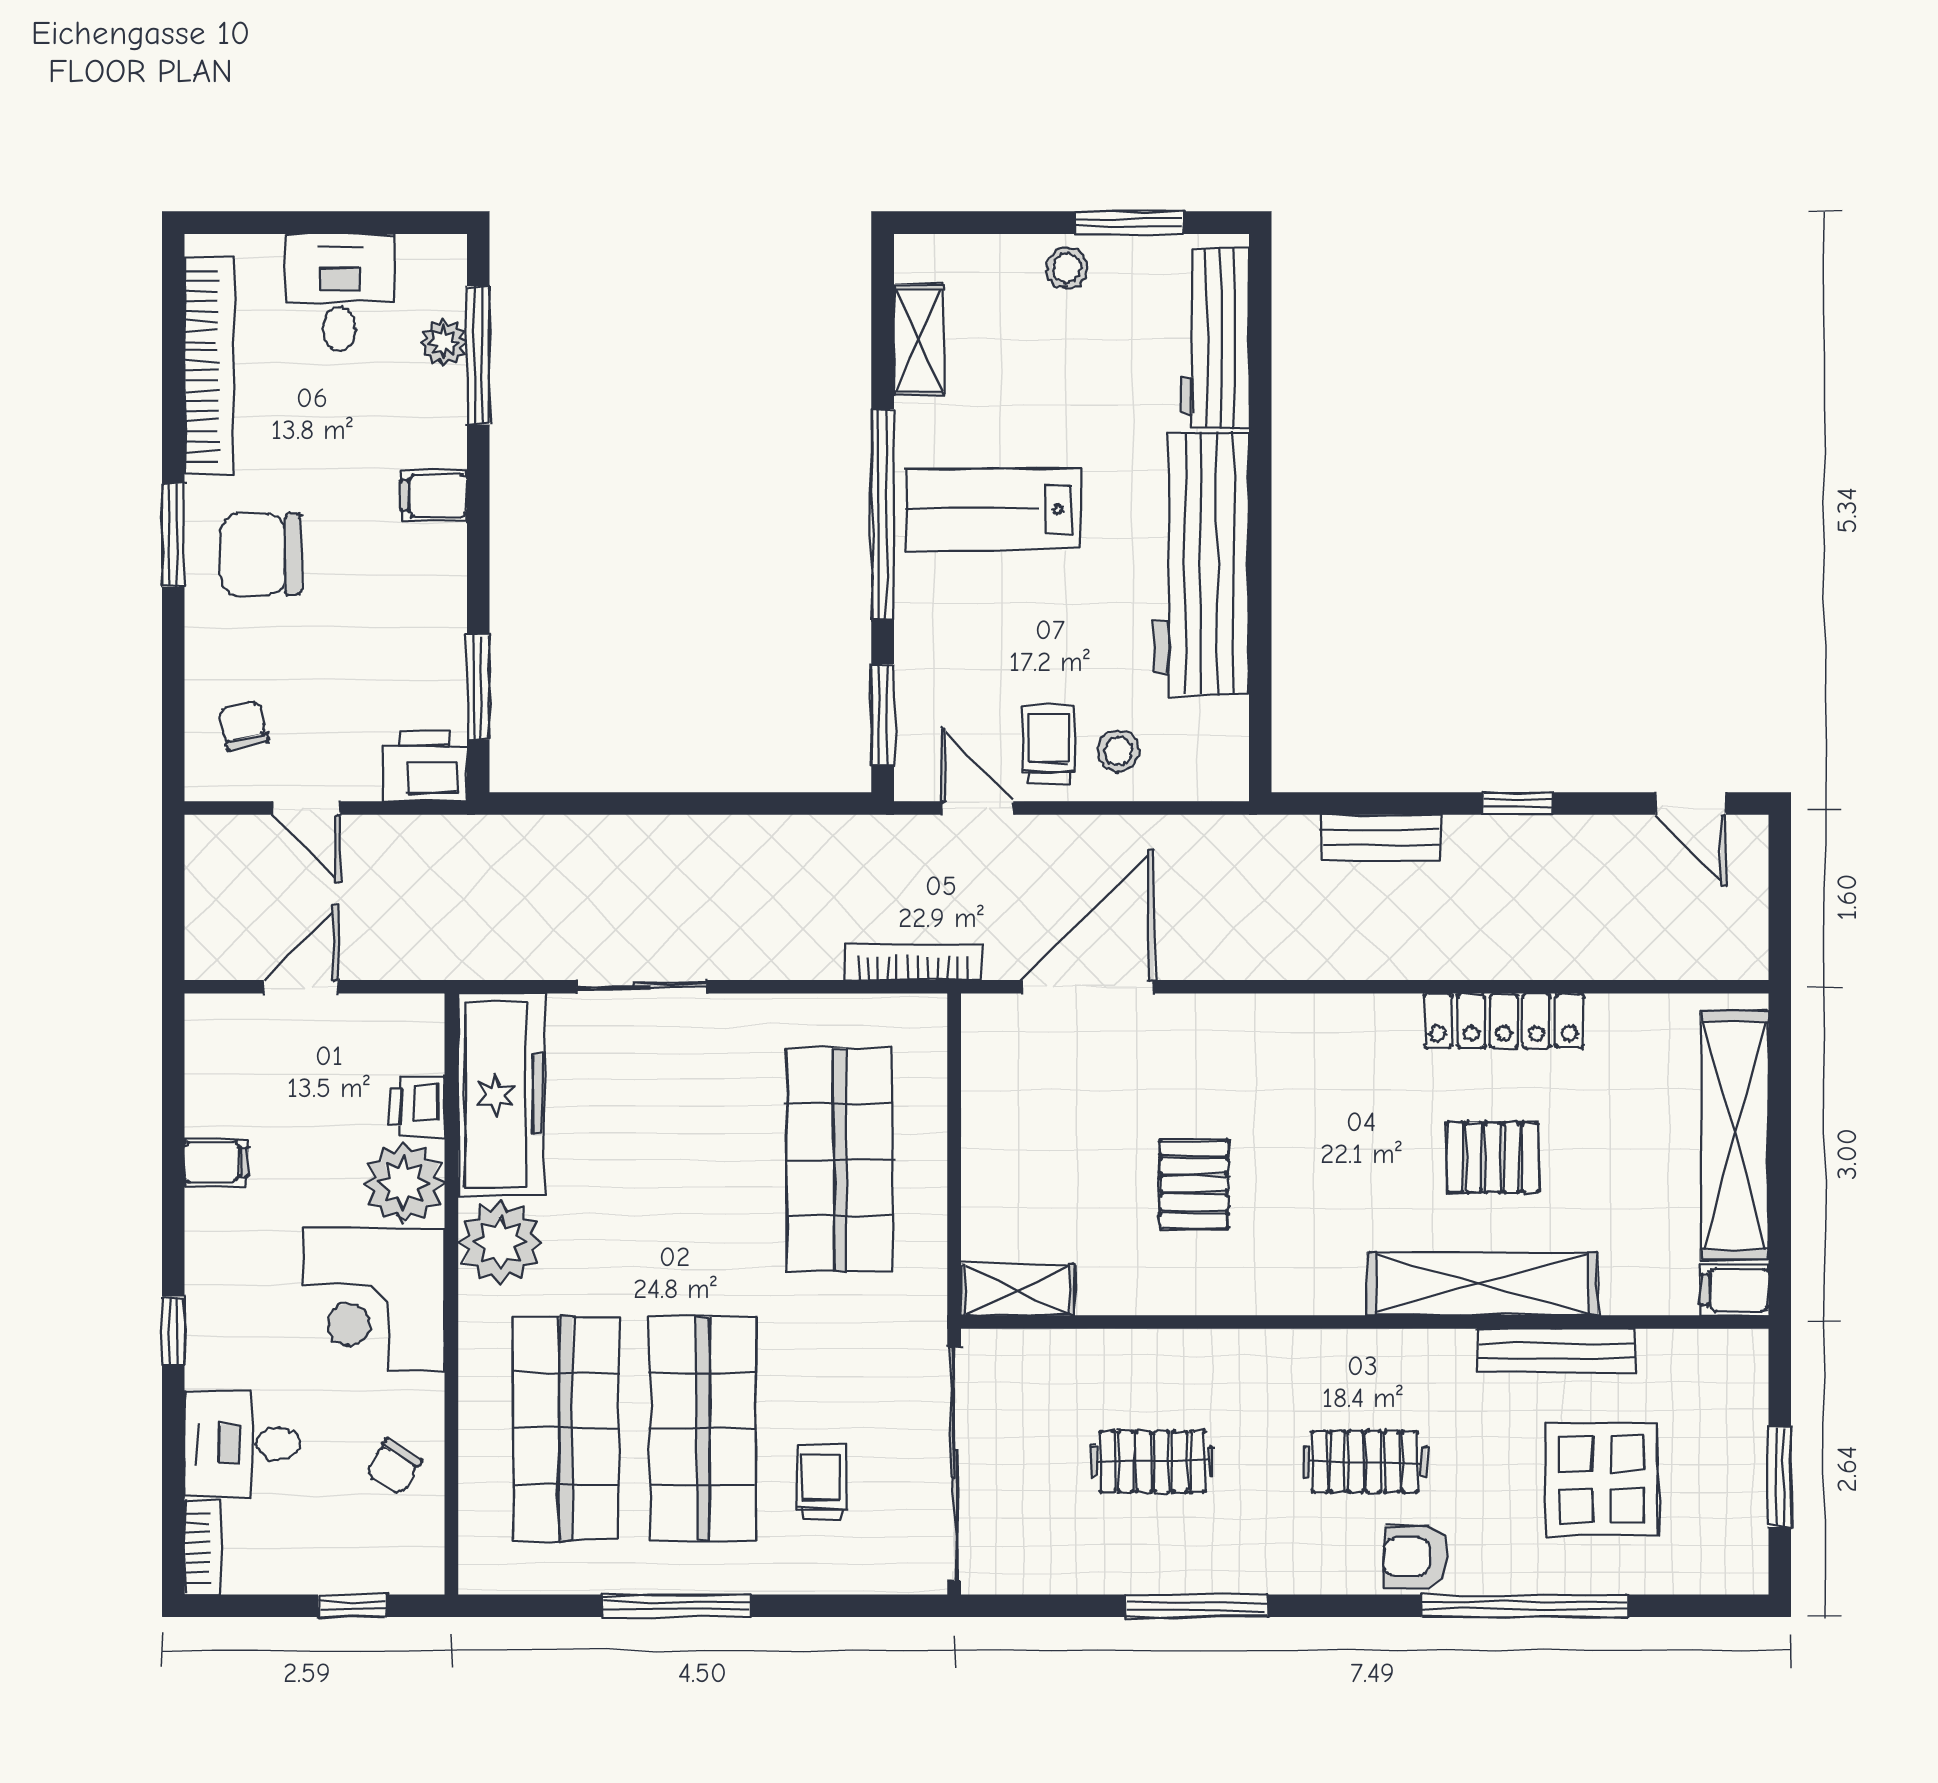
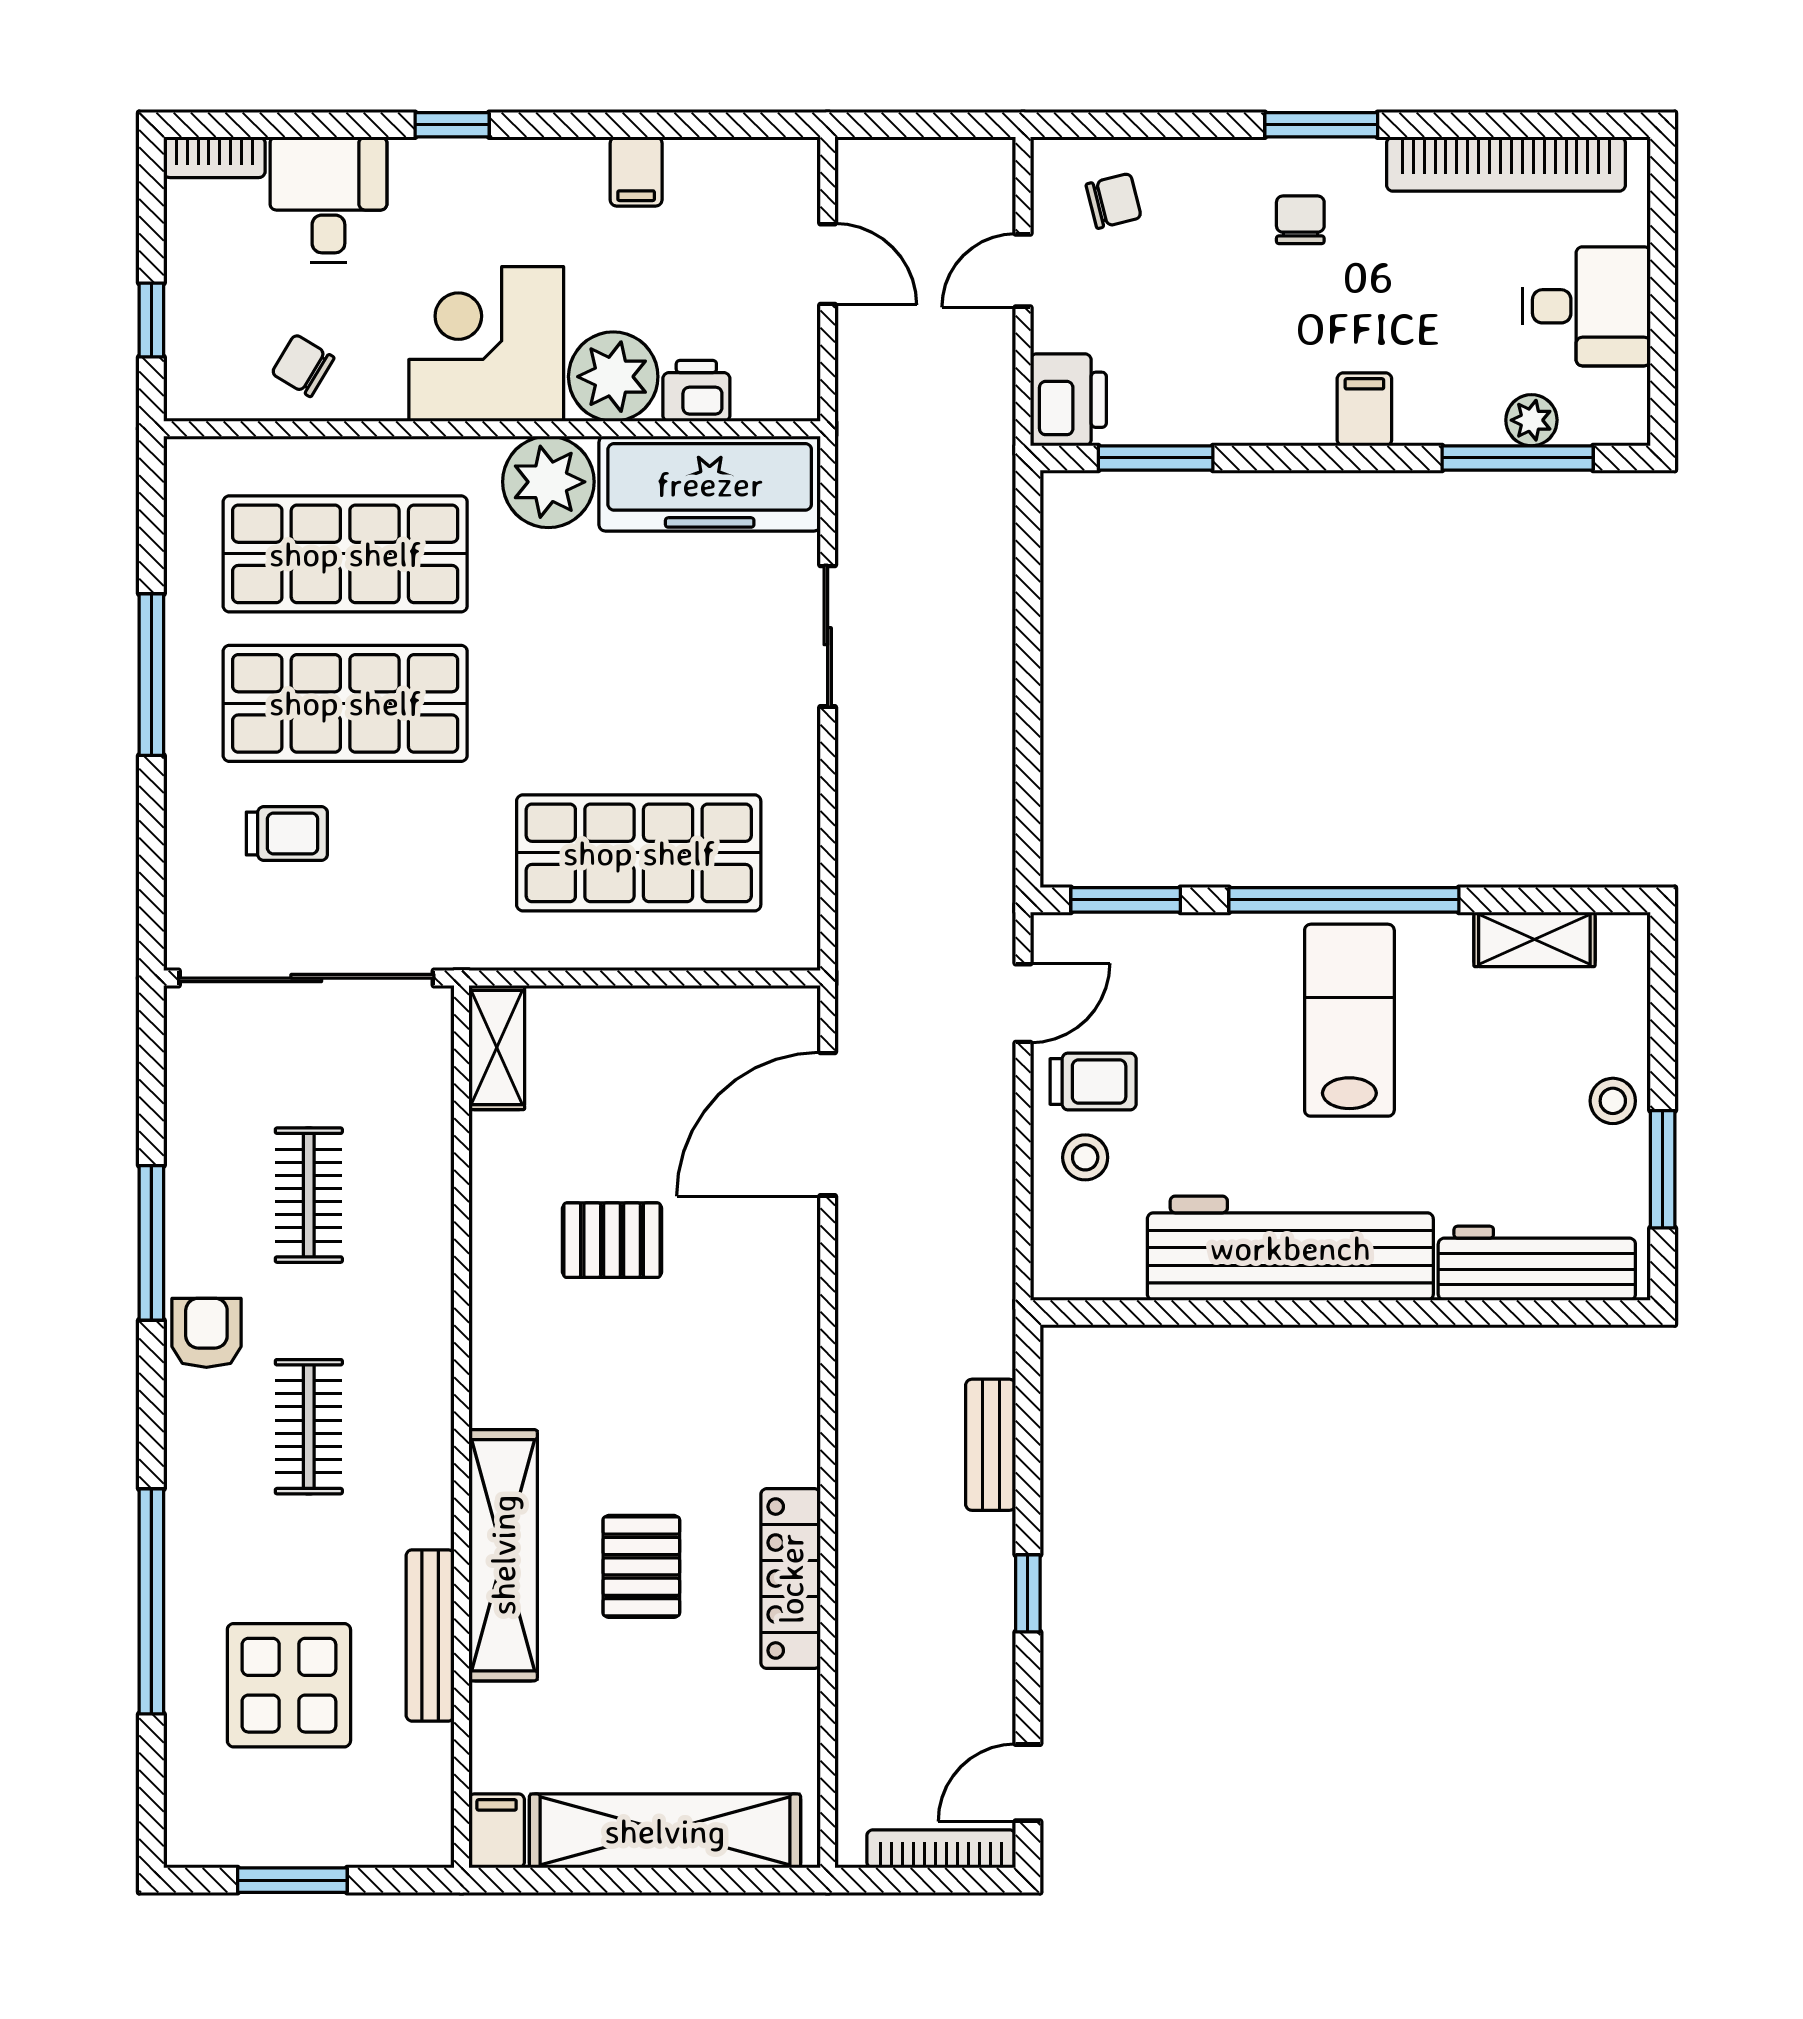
chair: (260, 554) -> (1300, 220), width x0.54, depth x0.54
bookcase: (913, 963) -> (941, 1849), moved, turned -90
door: (1088, 987) -> (828, 1124), swing flipped
armchair: (1416, 1557) -> (206, 1333), moved

